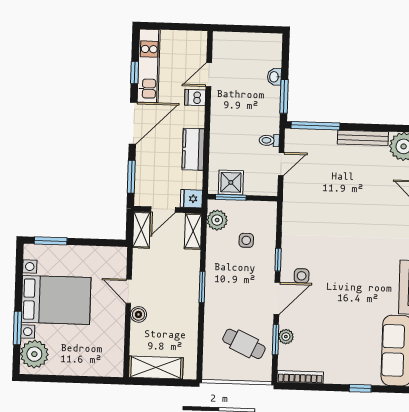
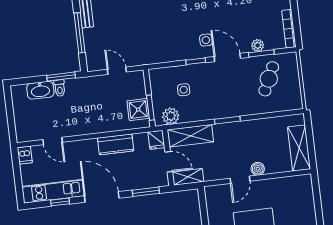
washbasin: (274, 77) -> (40, 90), width x1.91, depth x1.45
dishwasher: (195, 98) -> (25, 155), moved
window: (315, 126) -> (80, 33), moved
toilet: (269, 140) -> (60, 88), moved
shelving: (193, 231) -> (190, 136), width x1.50, depth x1.33

